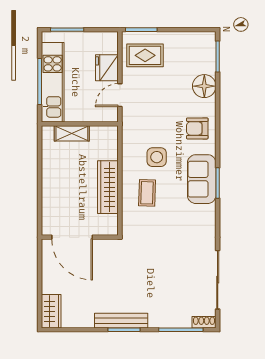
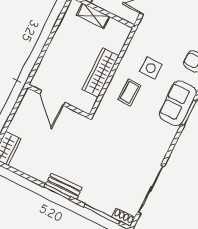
door: (72, 237) -> (52, 98), width x0.73
bench: (121, 321) -> (64, 186), width x0.73

